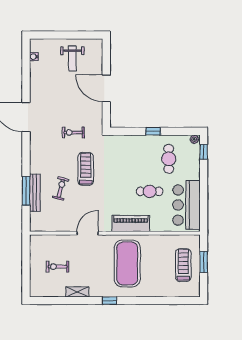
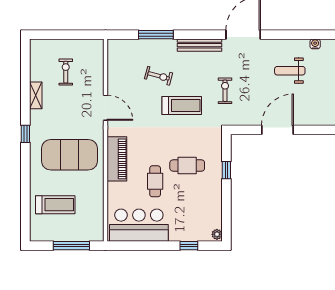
weight bench: (72, 58) -> (290, 71), moved
window: (153, 131) -> (226, 170), moved
window: (204, 152) -> (189, 246), moved
cafe table: (169, 159) -> (187, 165), moved
bench: (35, 193) -> (199, 45), moved
window: (204, 262) -> (71, 246), width x1.44
treadmill: (183, 265) -> (55, 205), moved

